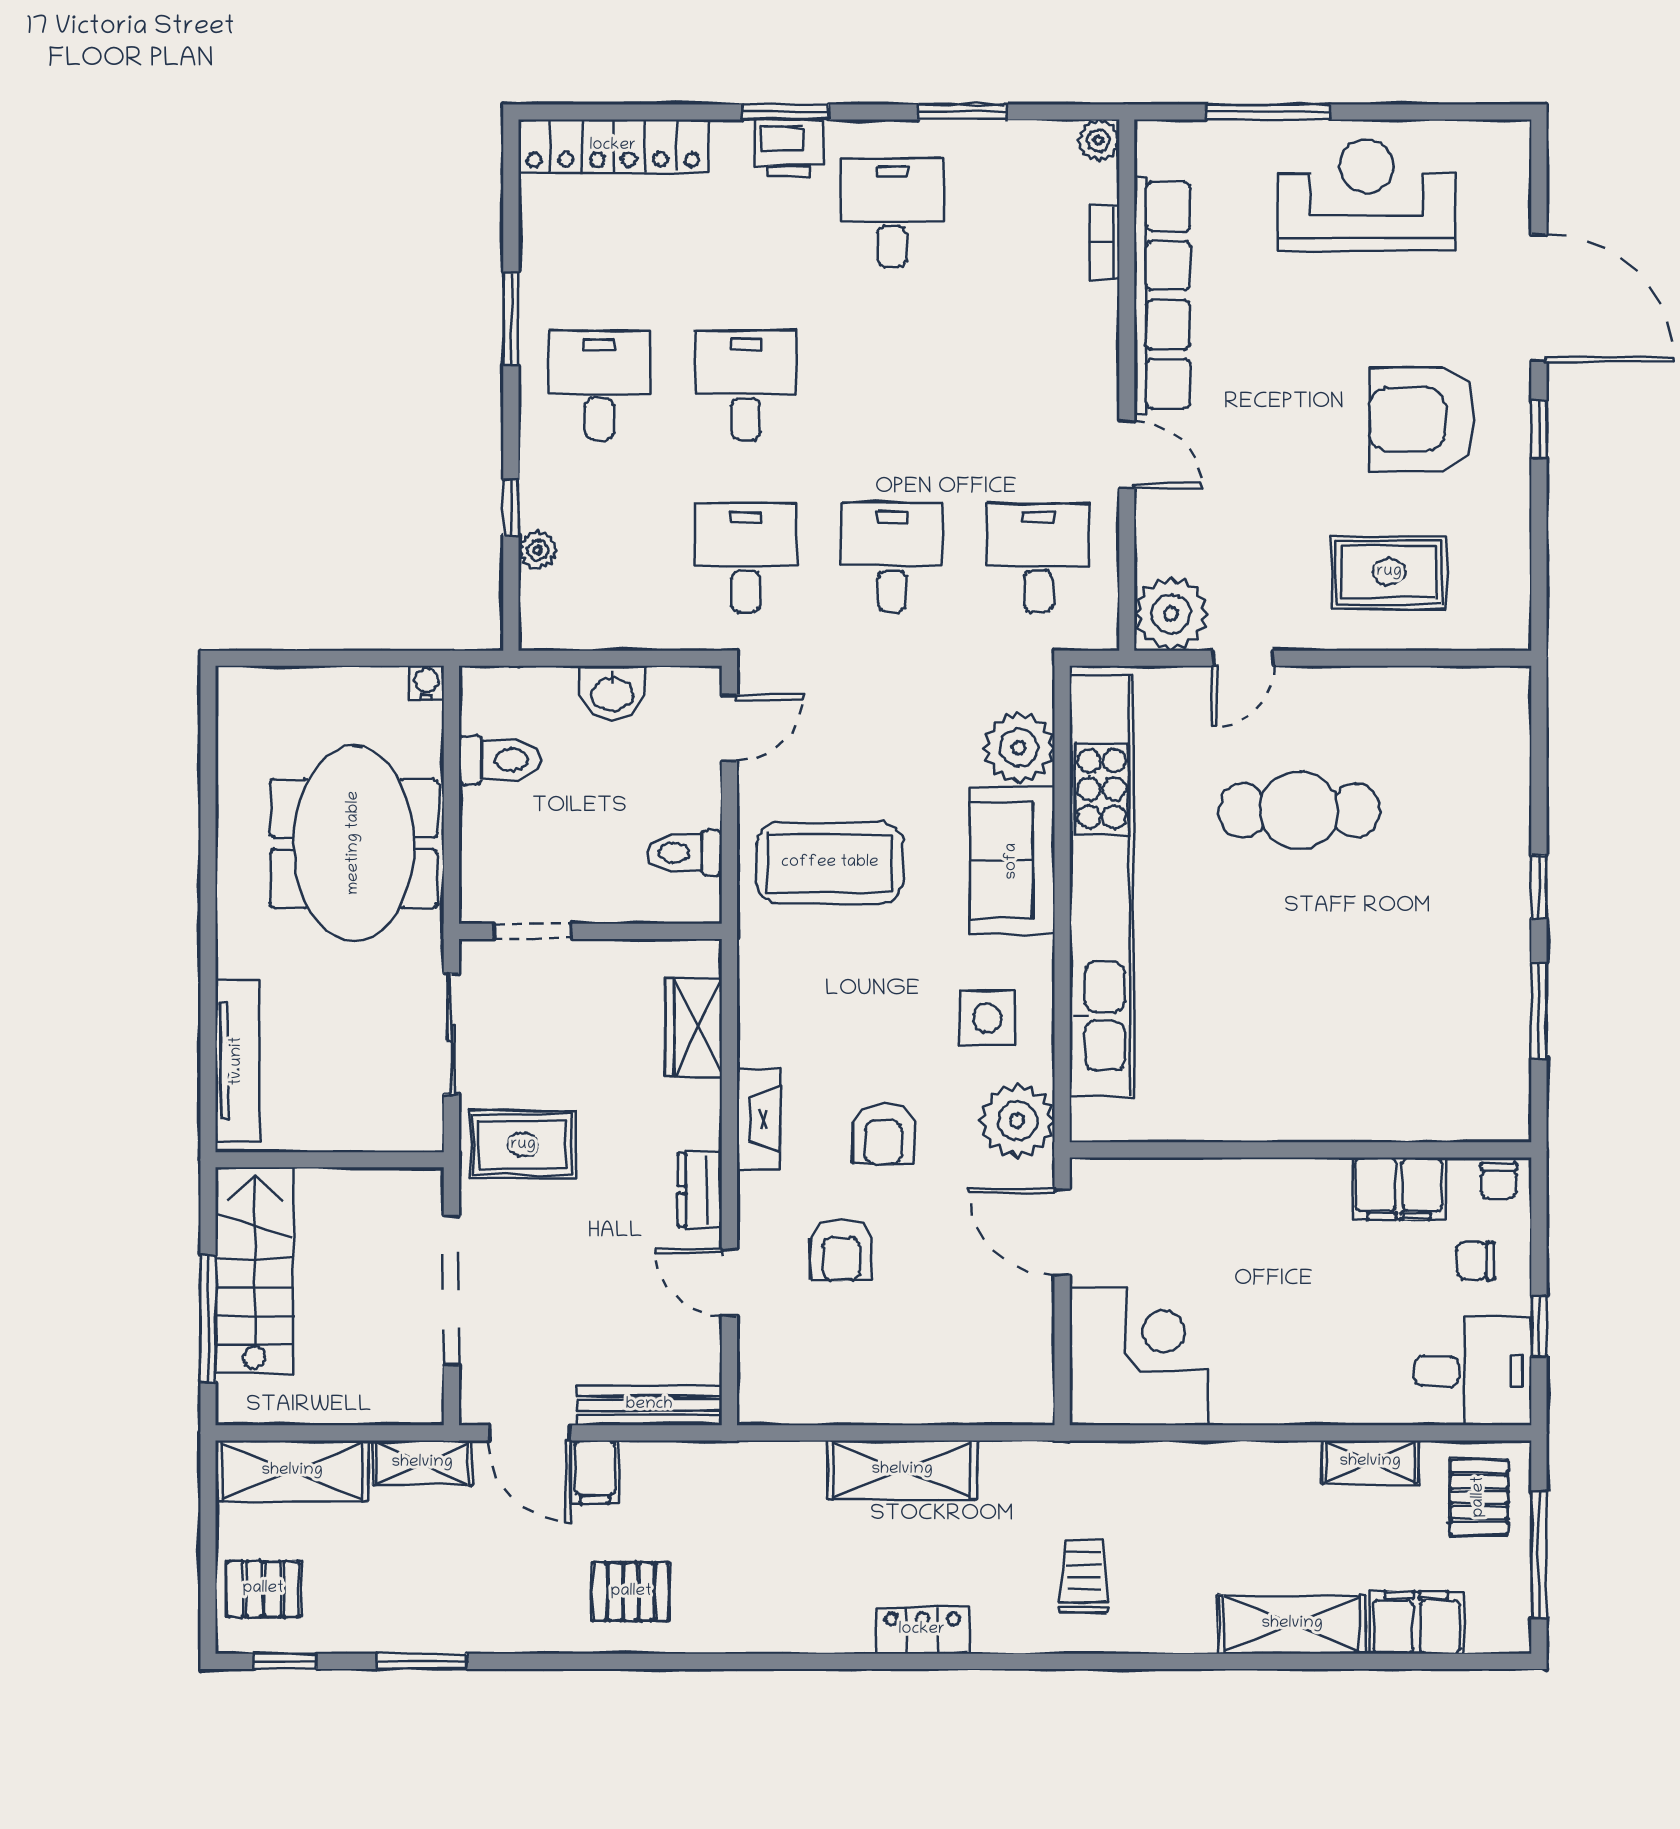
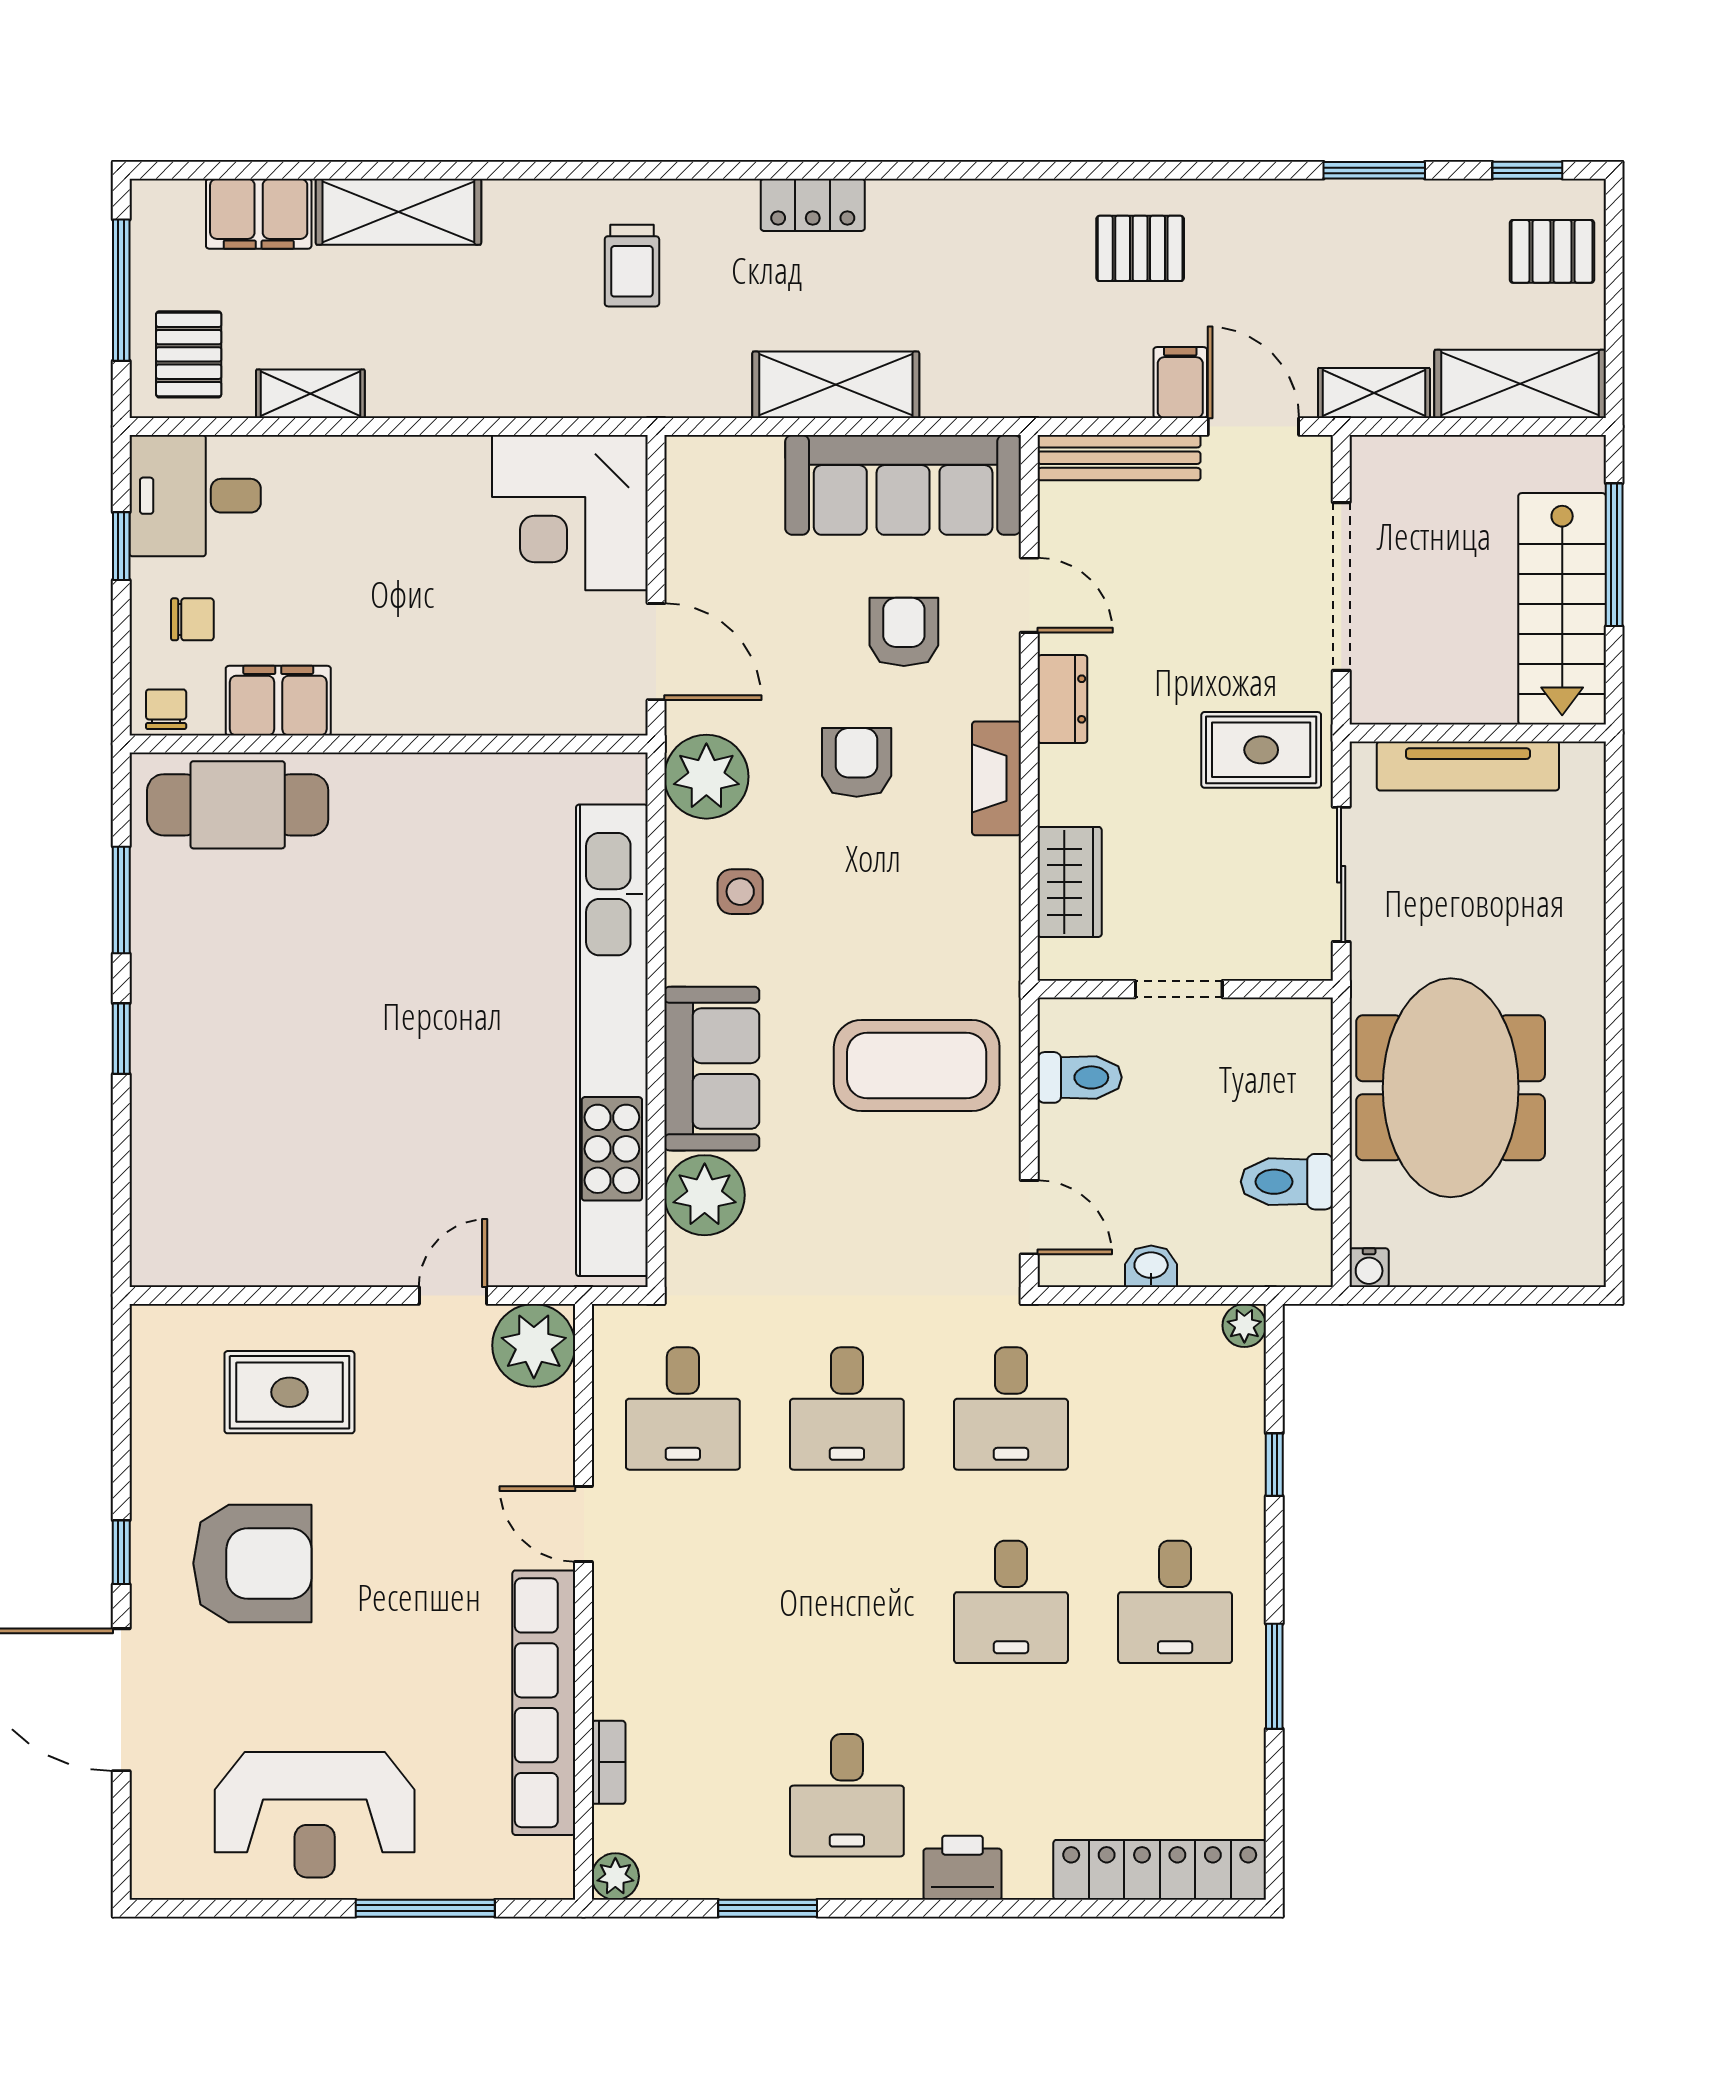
window: (786, 112) -> (966, 1908), removed
plant: (538, 550) -> (1244, 1326), moved
washbasin: (612, 693) -> (1151, 1266), width x0.72, depth x0.69
door: (729, 728) -> (1029, 1217), swing flipped
cafe table: (1299, 810) -> (238, 805), moved
doorway: (533, 931) -> (1179, 989), moved
side table: (987, 1018) -> (740, 892), width x0.73, depth x0.73
tv unit: (237, 1061) -> (1468, 766), moved, turned -90
sofa: (842, 1381) -> (903, 485), added

